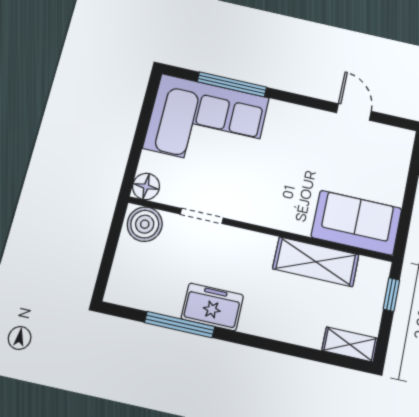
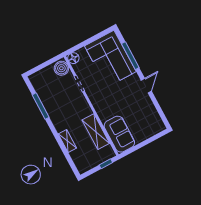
door: (354, 112) -> (146, 86), moved
freezer: (212, 307) -> (54, 111), removed
shelving: (350, 344) -> (67, 141), moved

